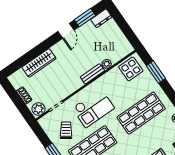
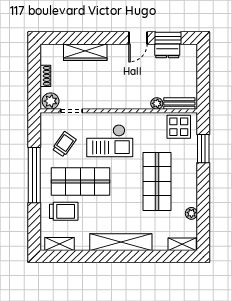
dresser: (101, 18) -> (167, 51), moved
bench: (92, 74) -> (179, 103), moved
shop shelf: (141, 113) -> (157, 181), turned 90

